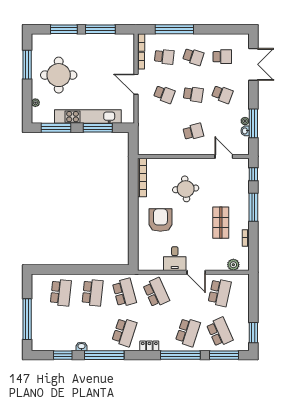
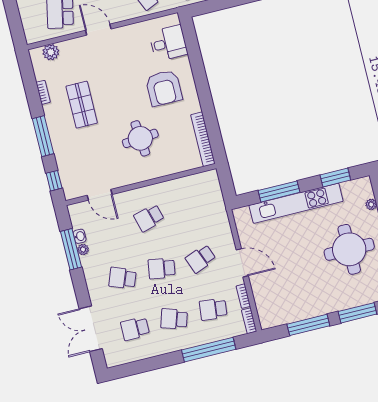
school desk: (164, 94) -> (201, 259), turned -42
window: (56, 128) -> (335, 177), width x0.69
desk: (175, 259) -> (168, 43), moved, turned 90

